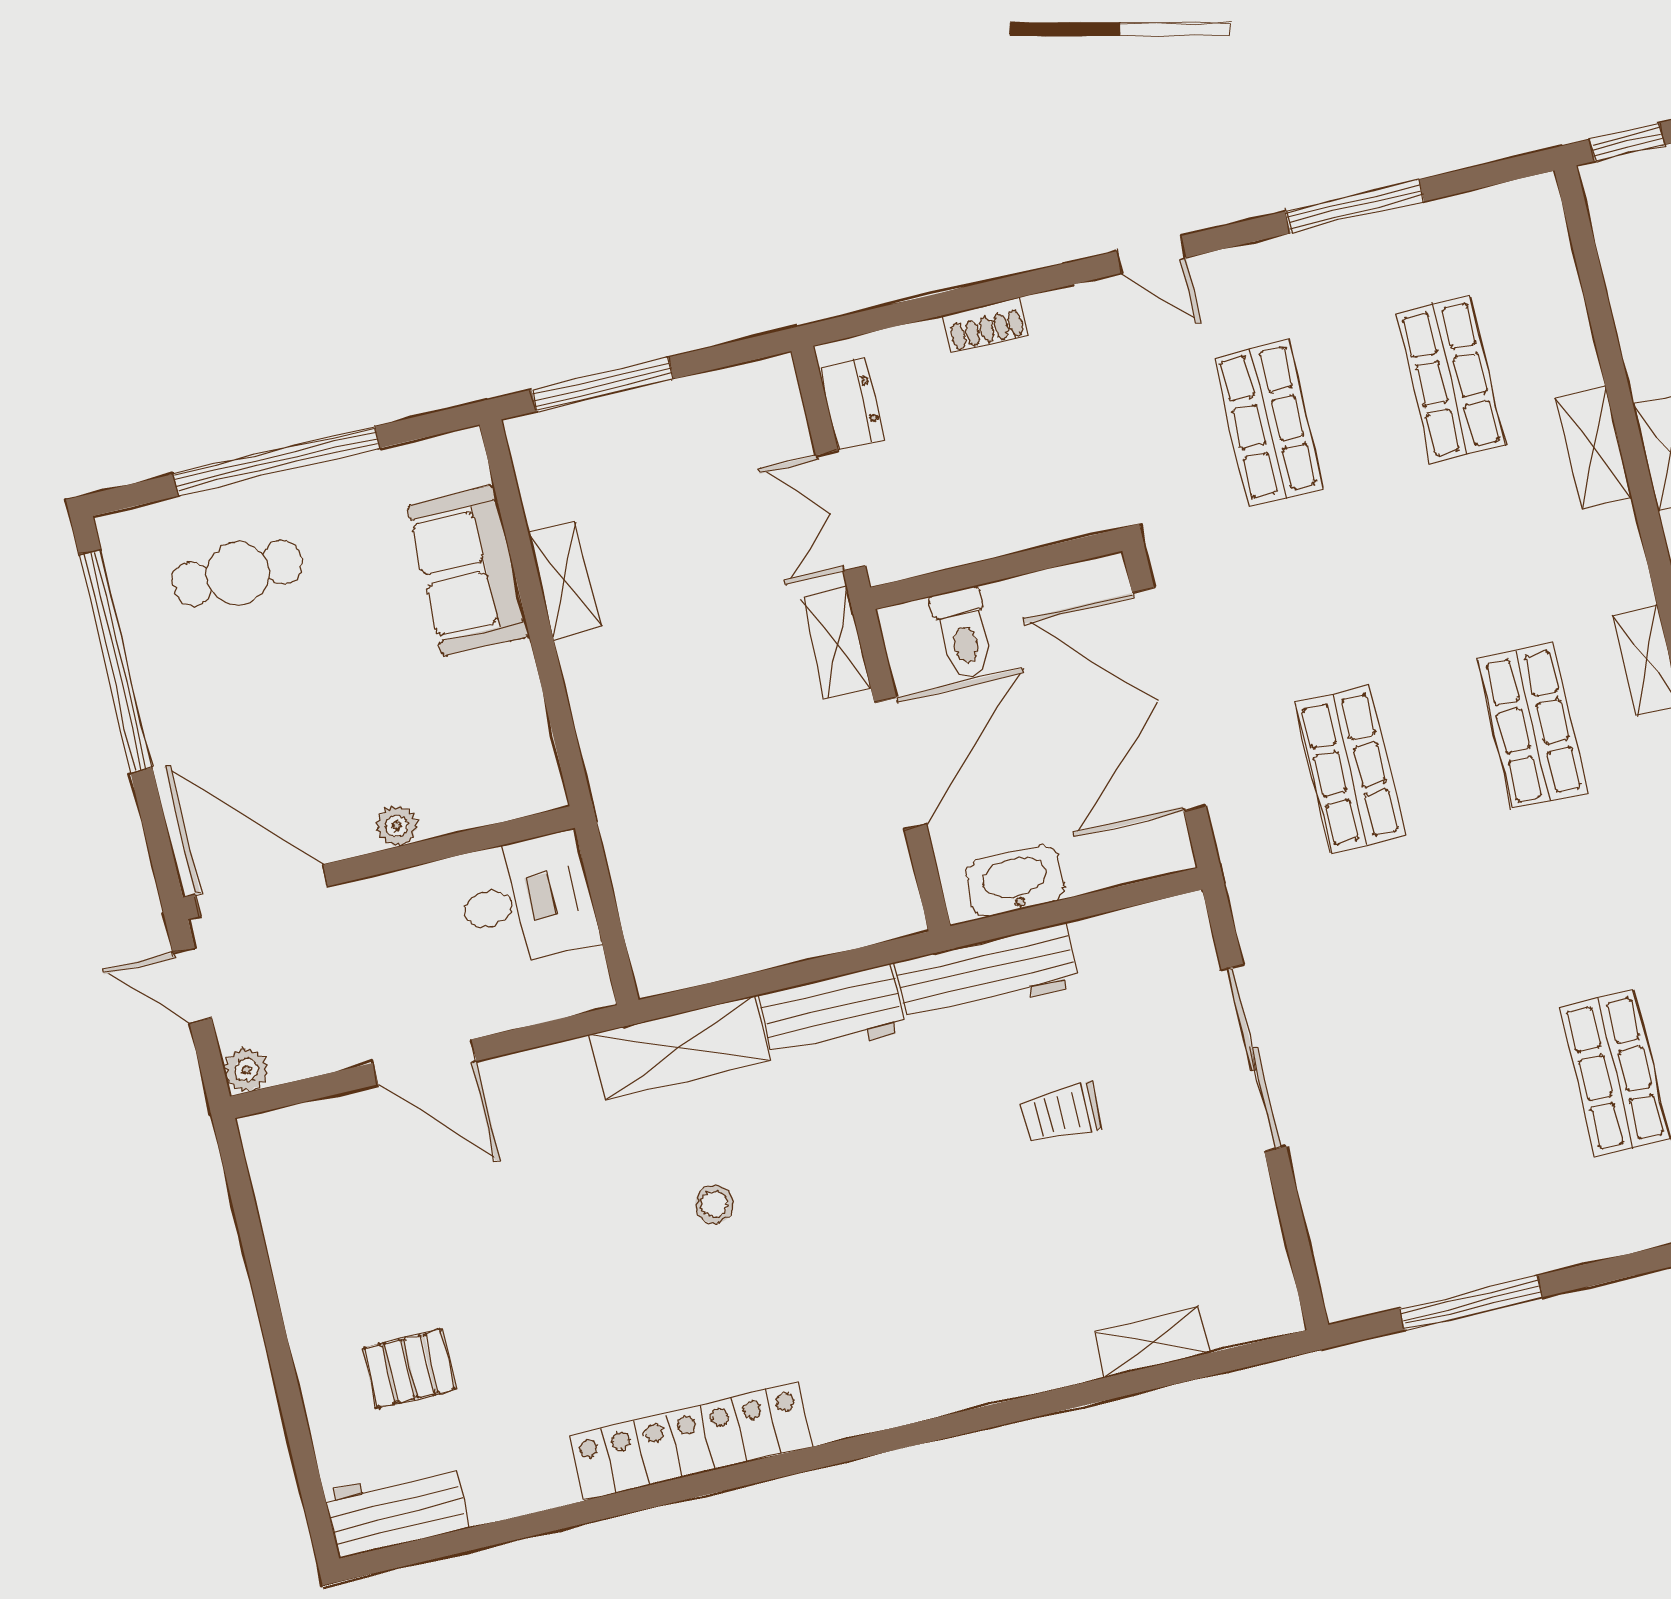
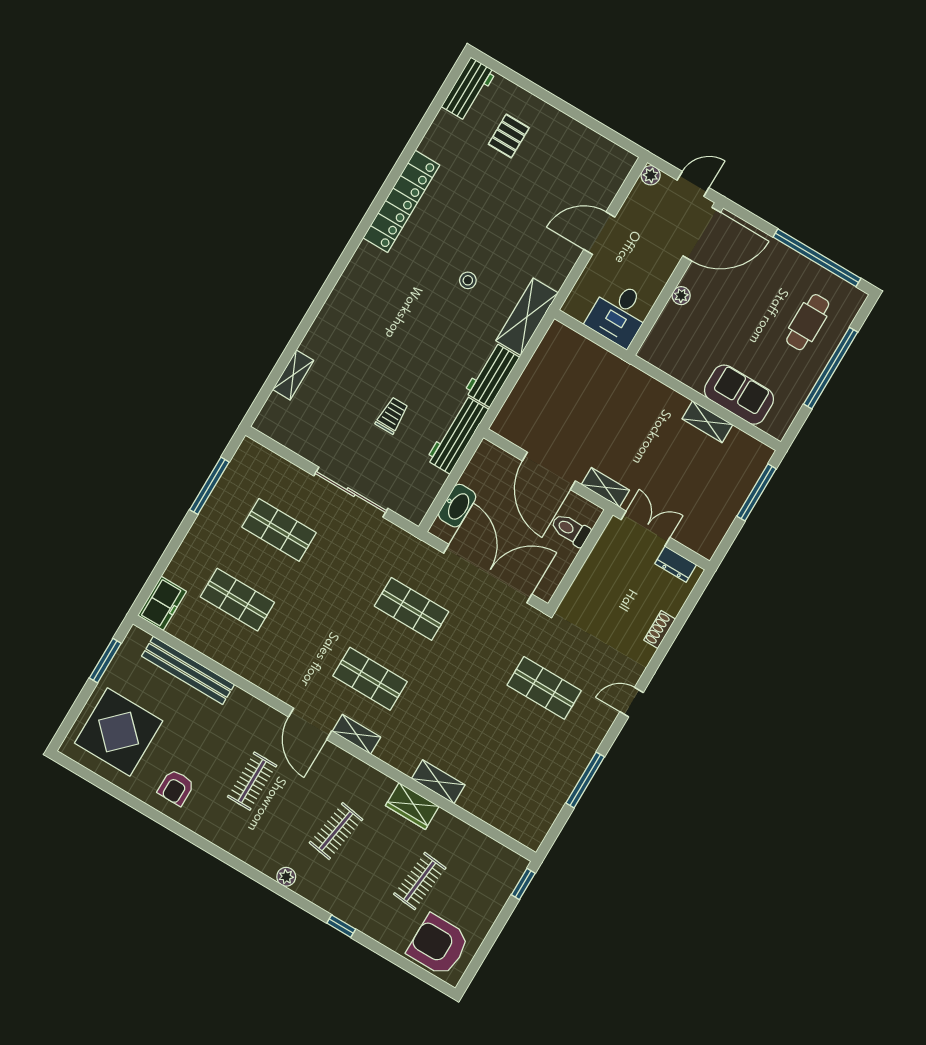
shop shelf: (1451, 379) -> (279, 530), moved
washbasin: (1015, 881) -> (457, 506), moved

